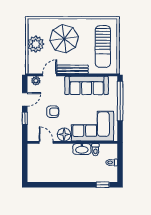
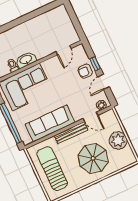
door: (50, 75) -> (91, 117), hinge flipped
armchair: (53, 112) -> (85, 71), moved
floor lamp: (64, 134) -> (50, 66), removed
door: (46, 142) -> (64, 50), hinge flipped

